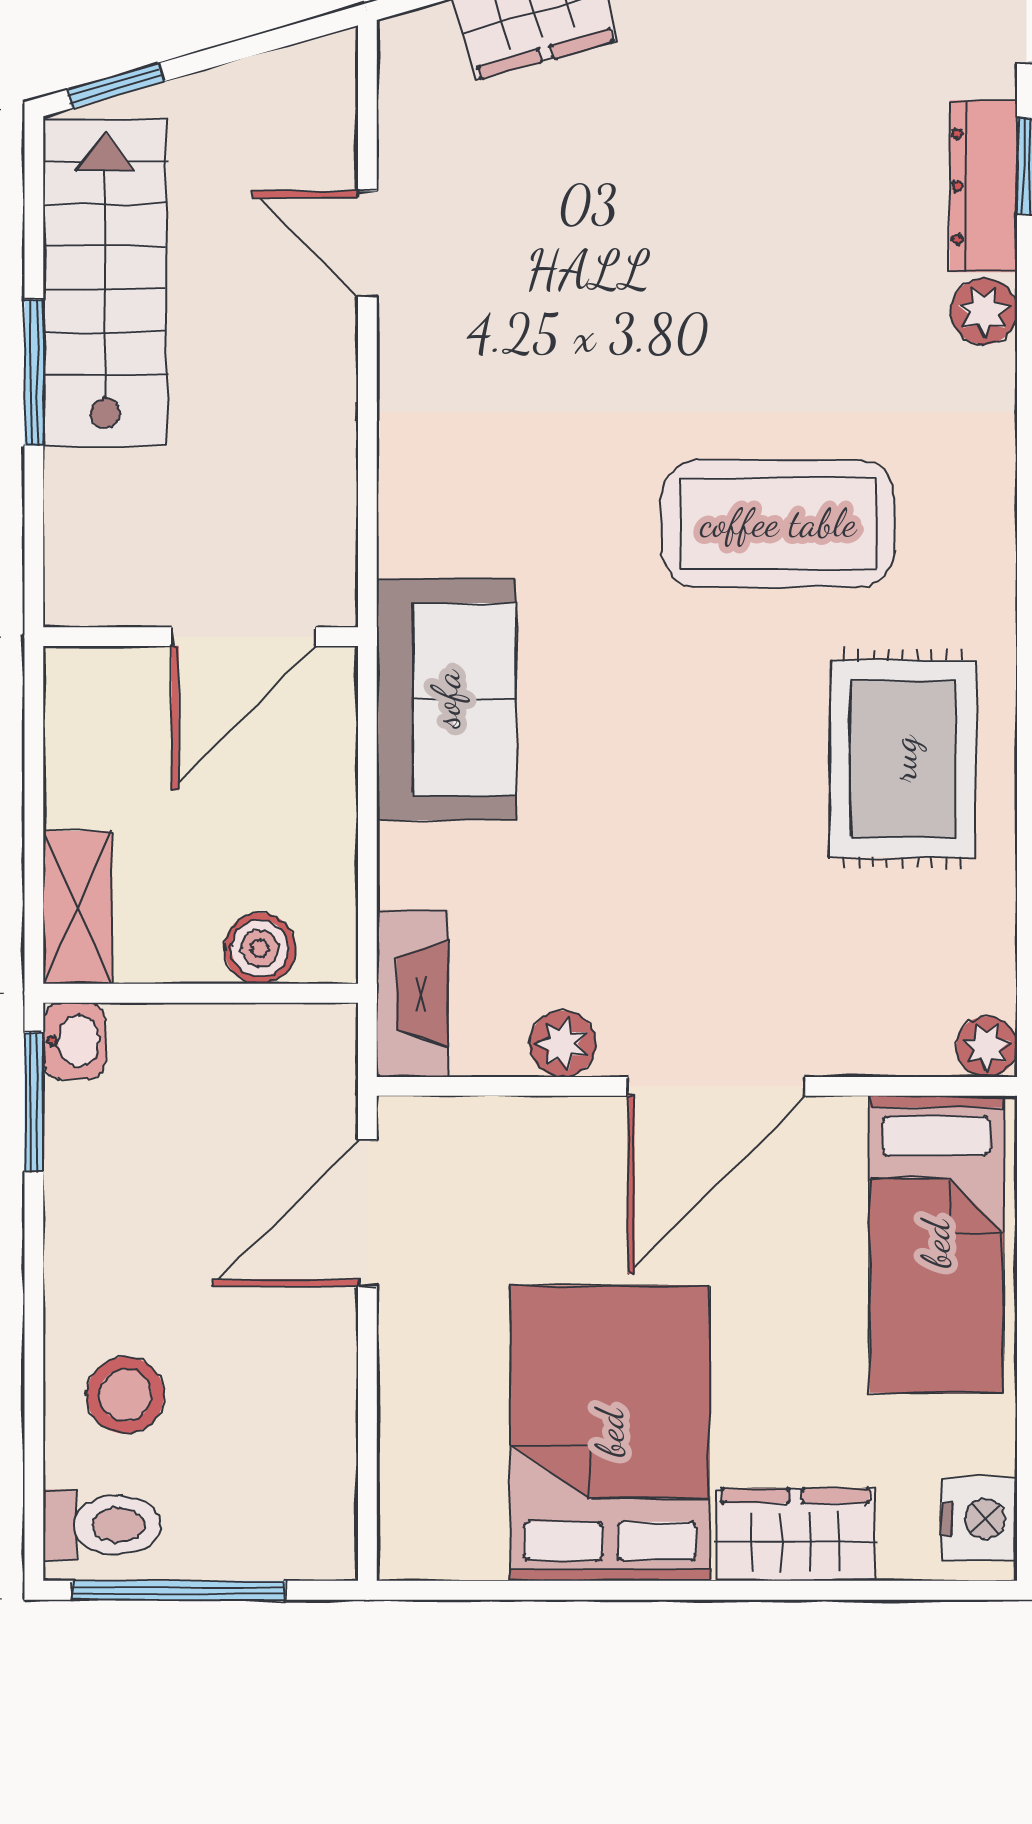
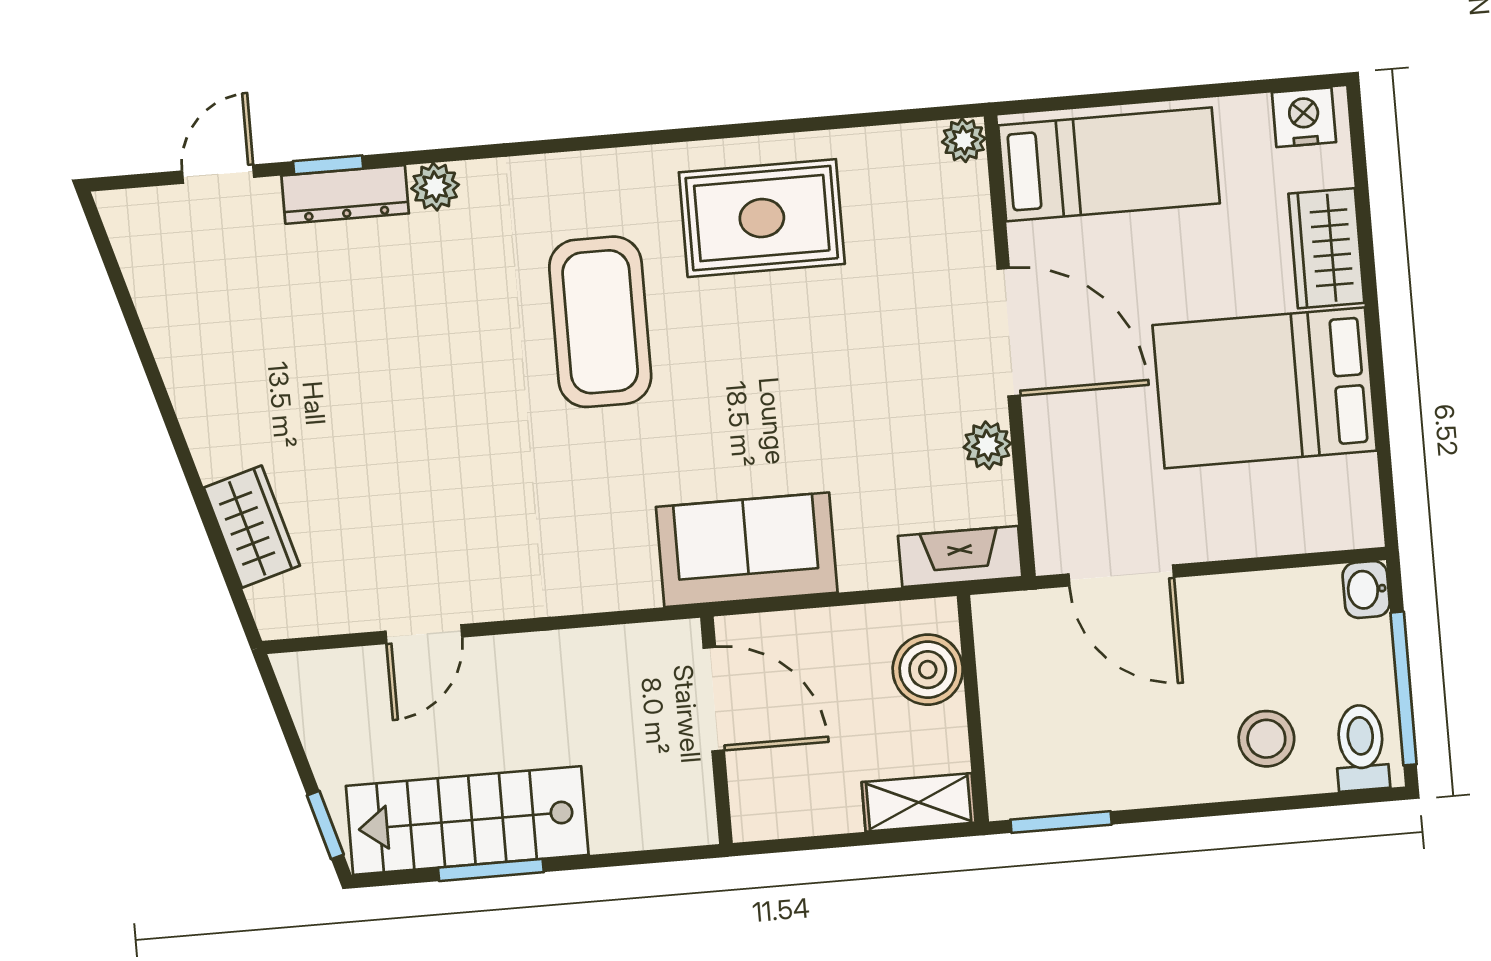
window: (34, 373) -> (491, 870), moved
boiler: (260, 948) -> (928, 670), width x1.36, depth x1.36
washbasin: (74, 1041) -> (1366, 589), moved, turned -90

